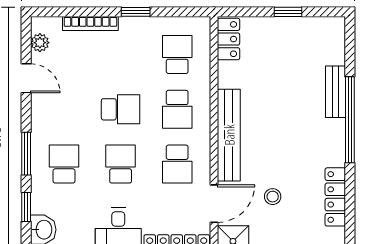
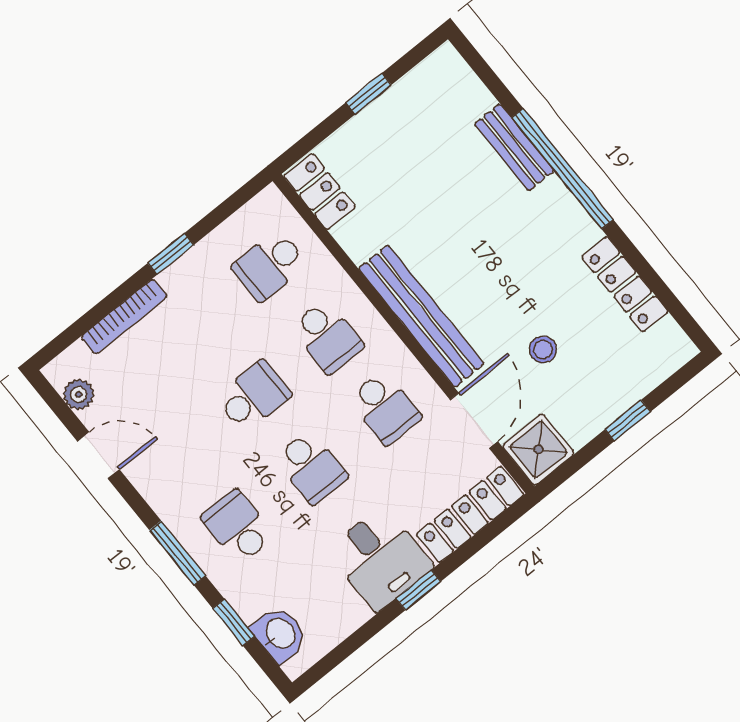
school desk: (177, 55) -> (269, 266), turned -90
school desk: (121, 164) -> (311, 467), turned 180

